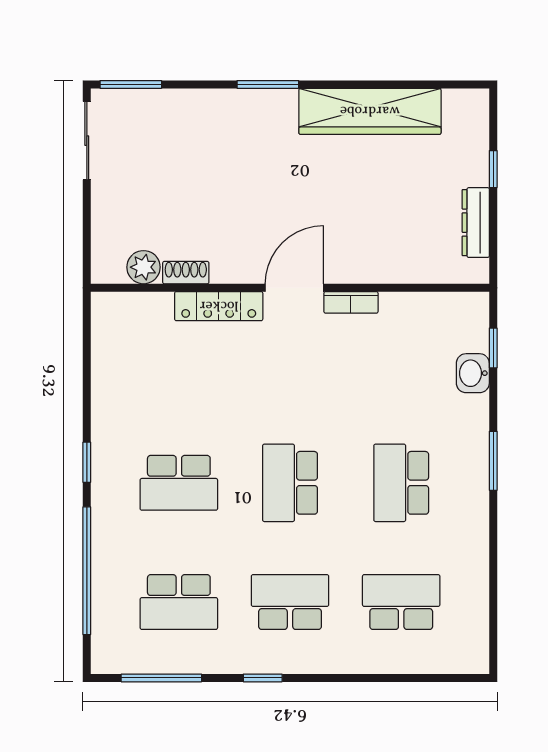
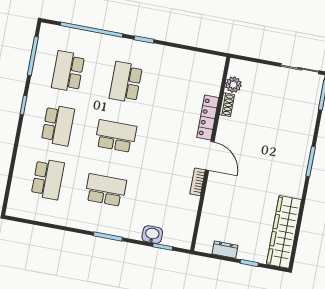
wardrobe: (370, 111) -> (284, 232), moved
dresser: (476, 223) -> (225, 250), width x0.70

